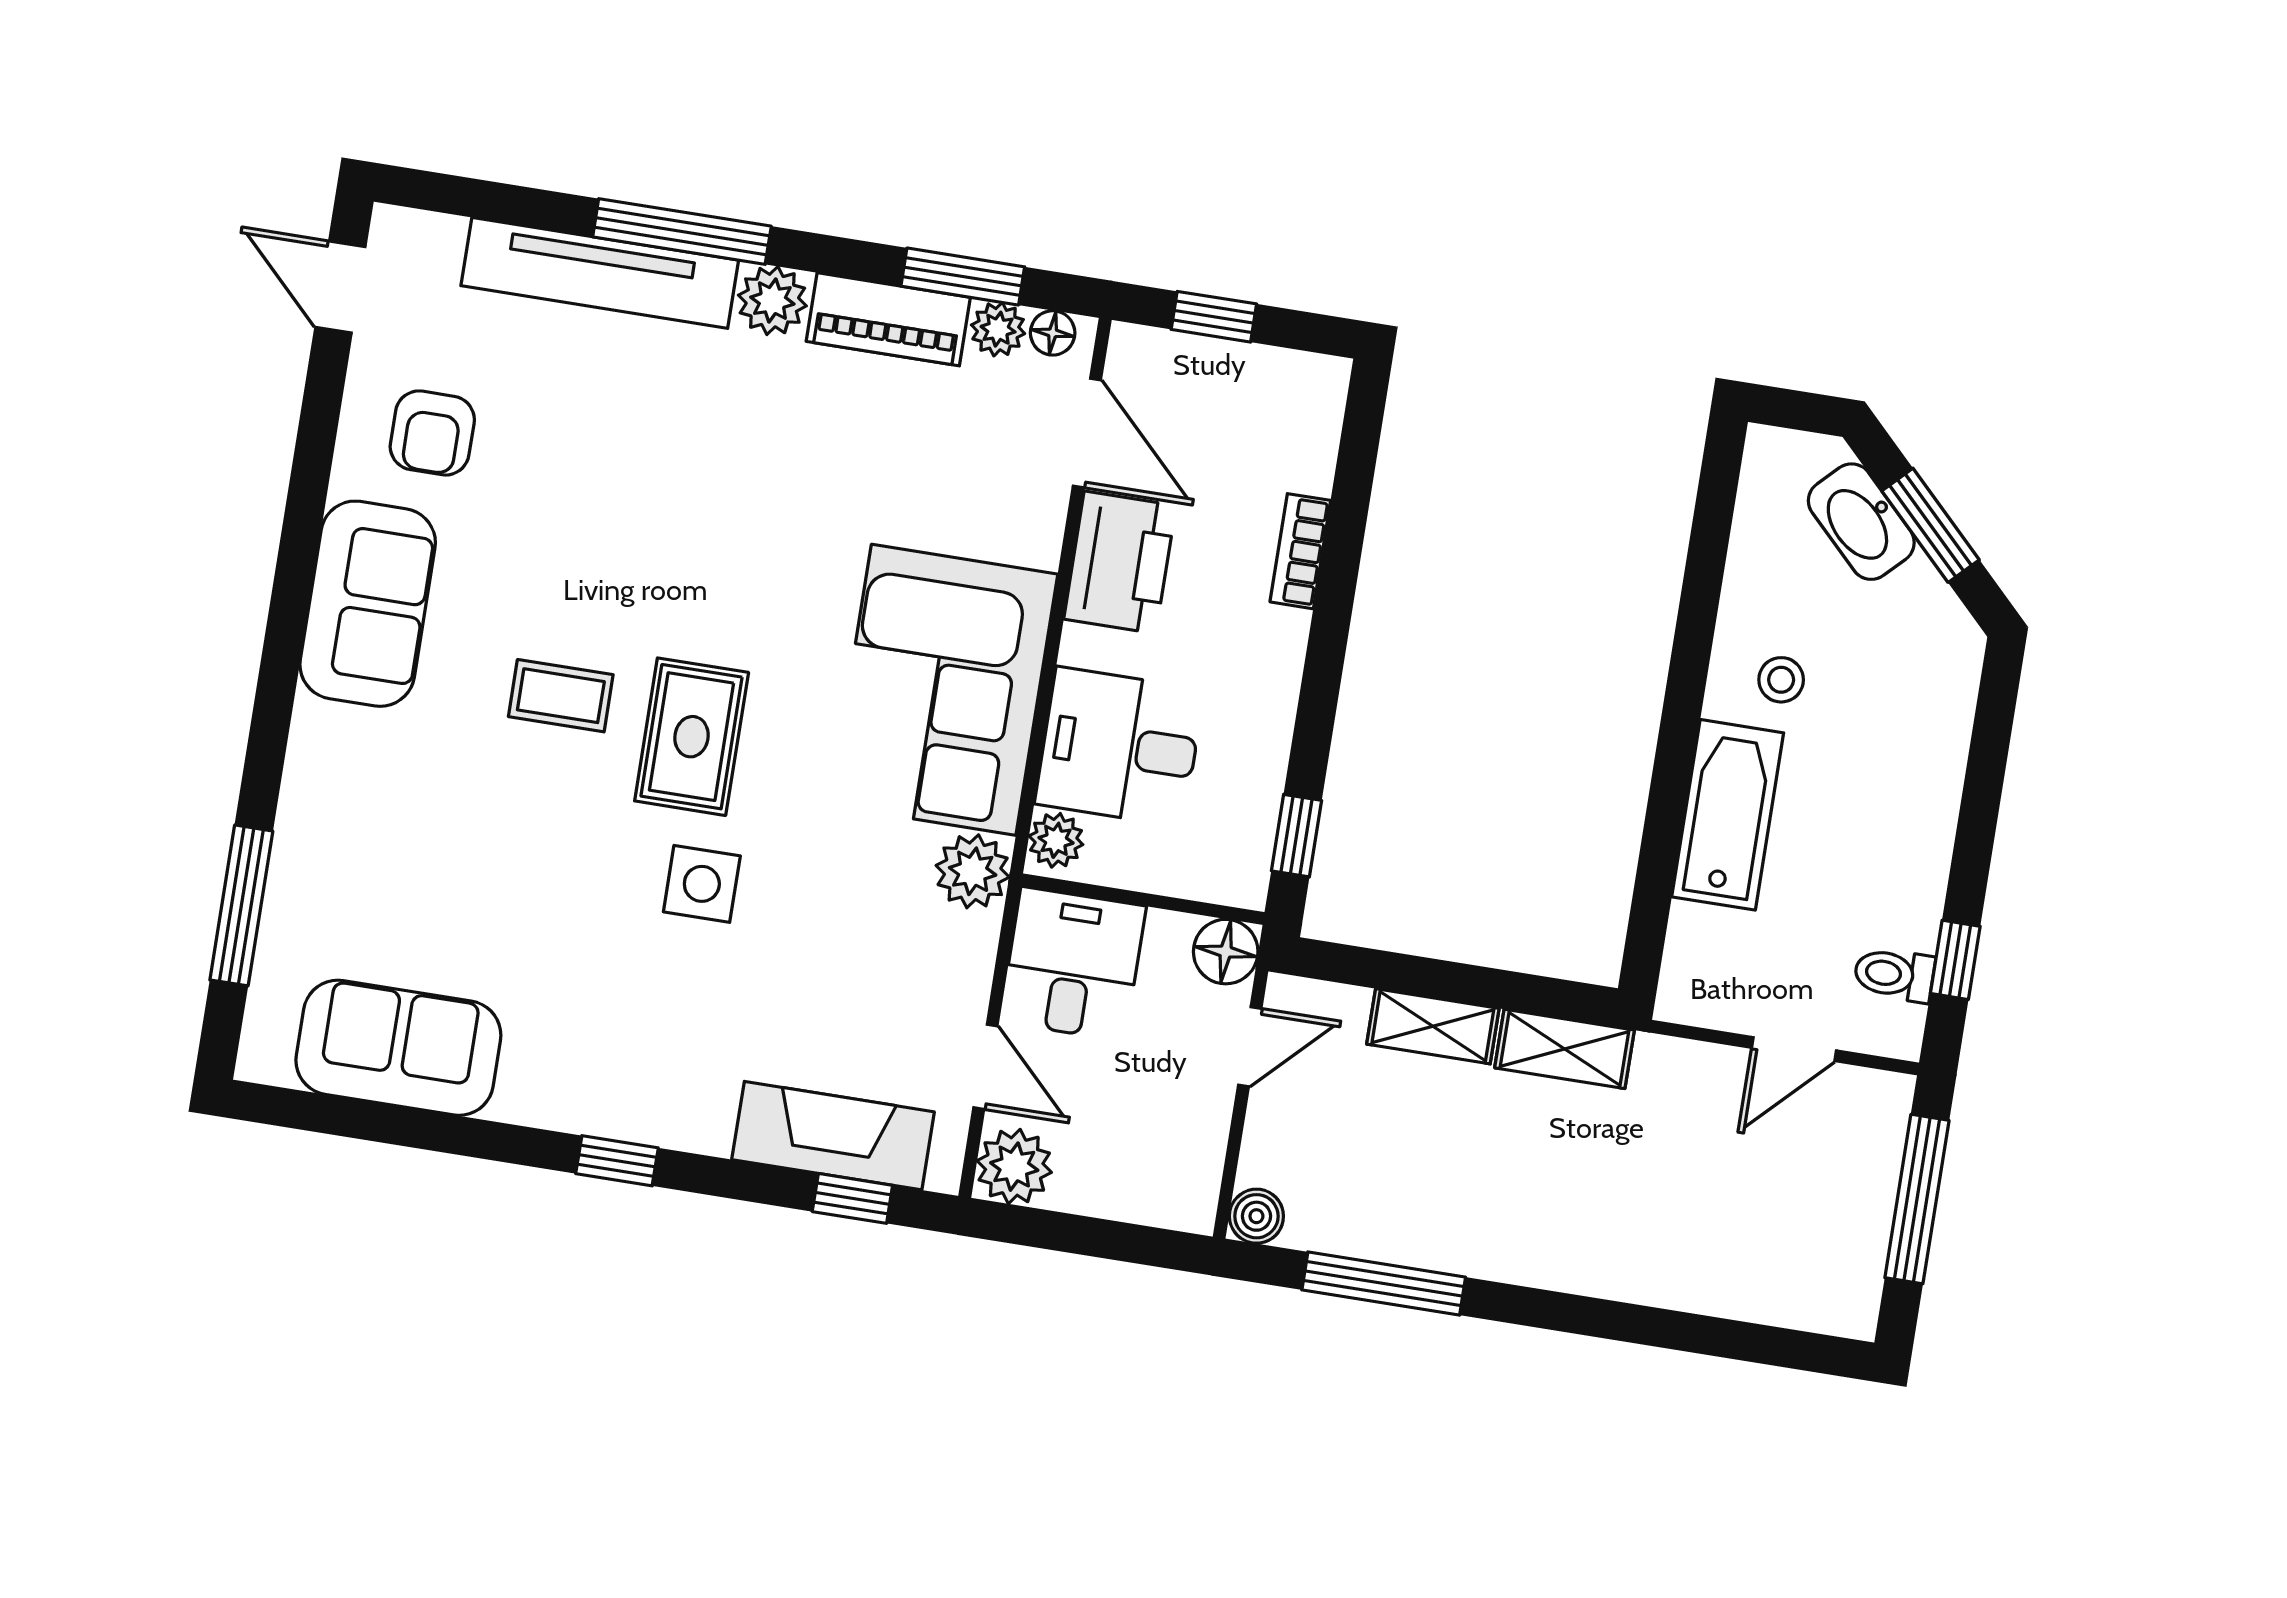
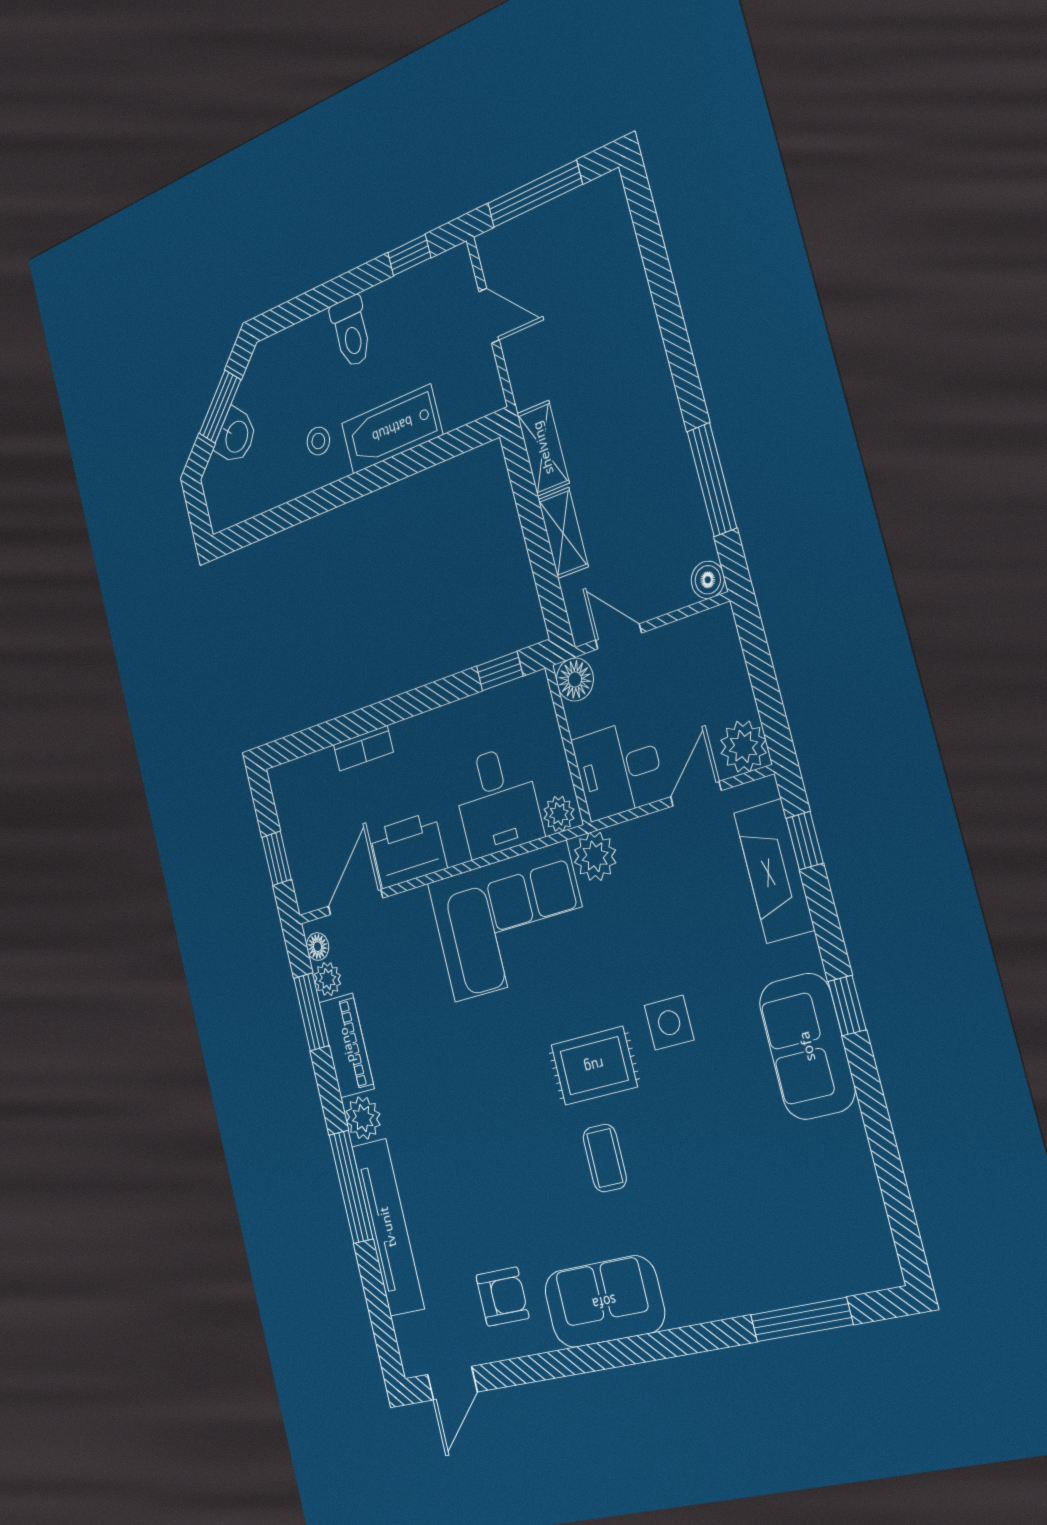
washbasin: (1861, 522) -> (236, 436), width x0.72
toilet: (1894, 974) -> (351, 332), moved, width x1.37, depth x1.39
sofa: (398, 1048) -> (807, 1046), moved

